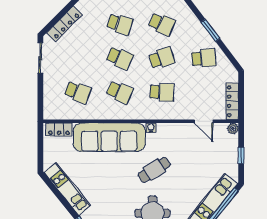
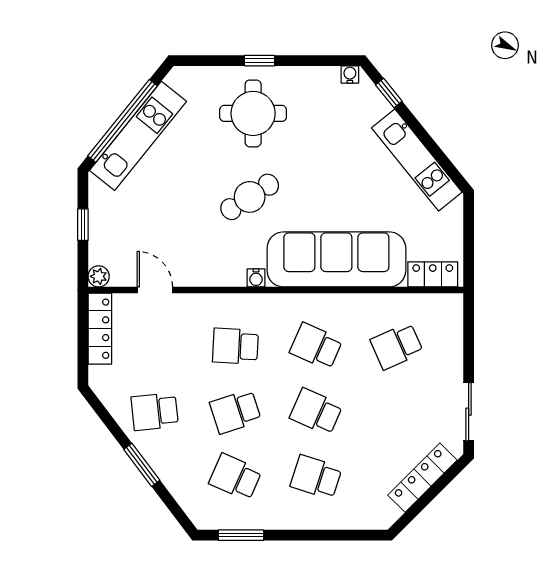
school desk: (78, 92) -> (397, 346), turned -45

